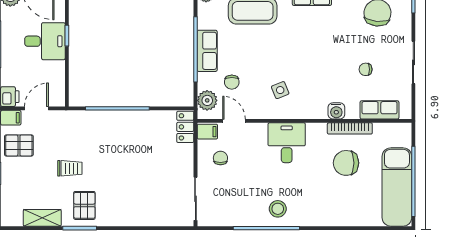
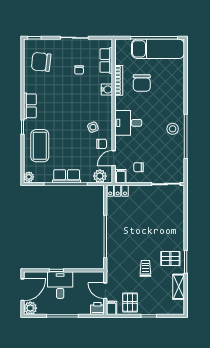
chair: (232, 82) -> (102, 144), moved

